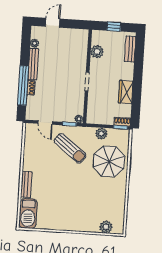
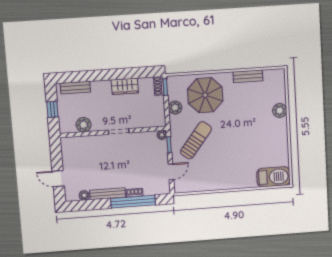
bench: (26, 184) -> (248, 76), moved
plant: (106, 227) -> (280, 111), moved

